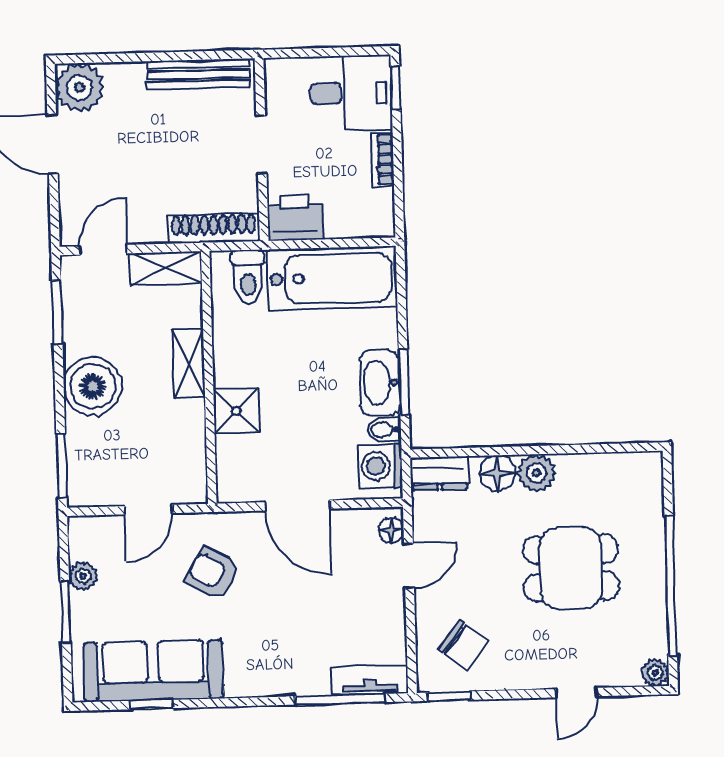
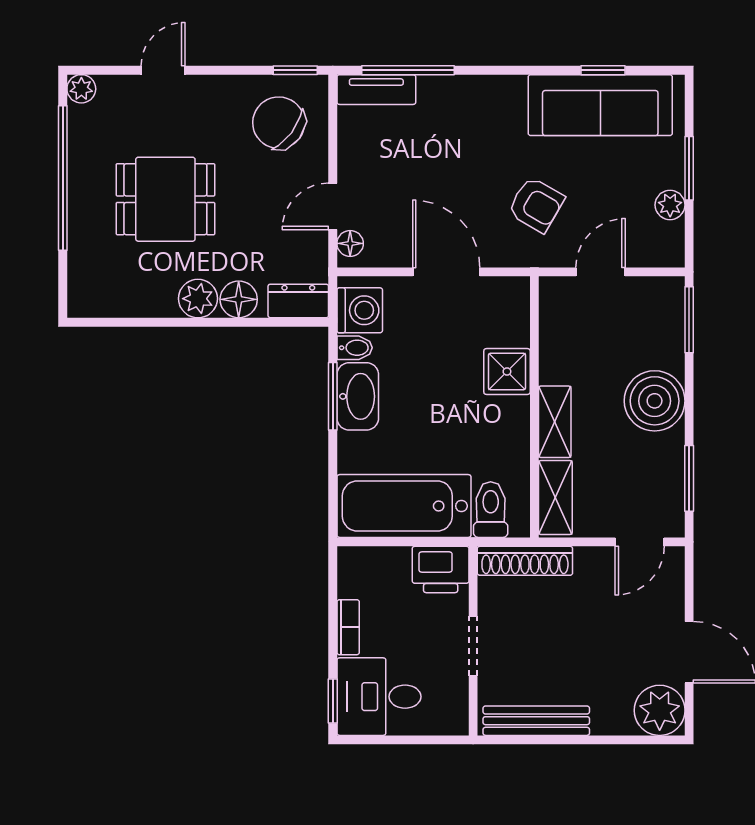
shelving: (166, 268) -> (555, 498), moved, turned 90
chair: (463, 645) -> (279, 123), width x1.37, depth x1.37

